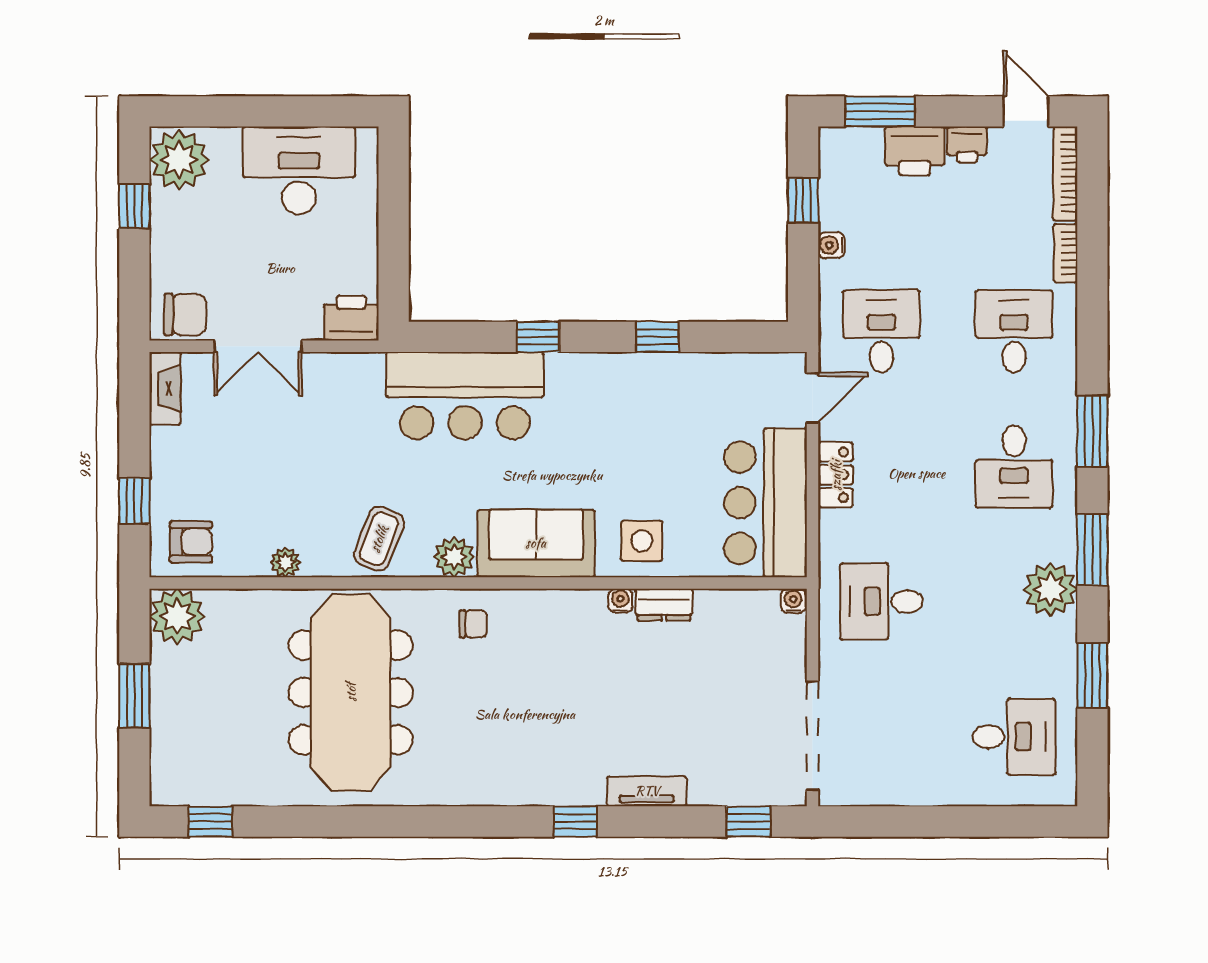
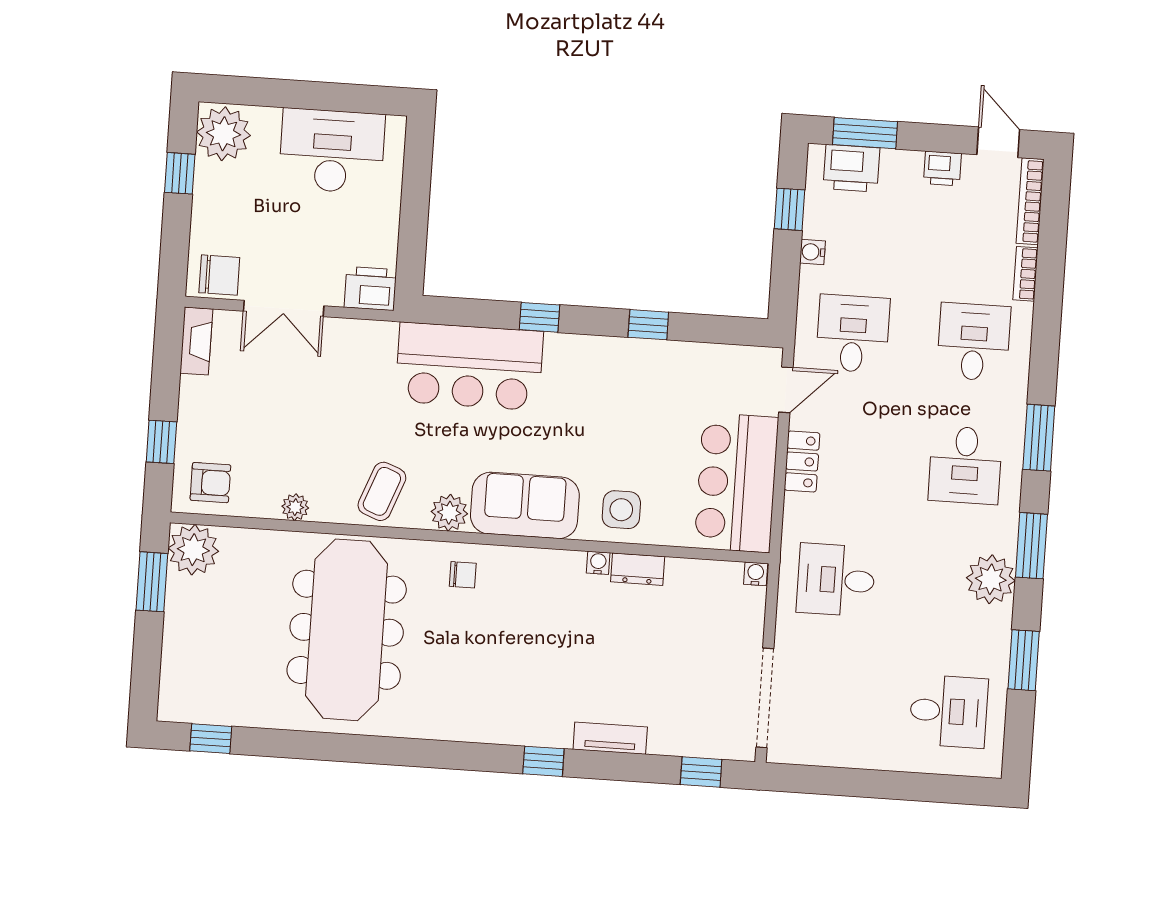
printer: (915, 151) -> (851, 168), moved
window: (134, 696) -> (152, 582), moved

